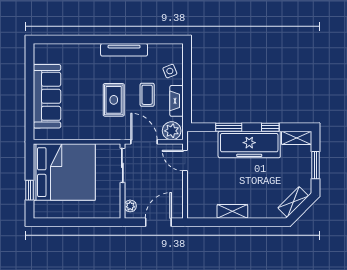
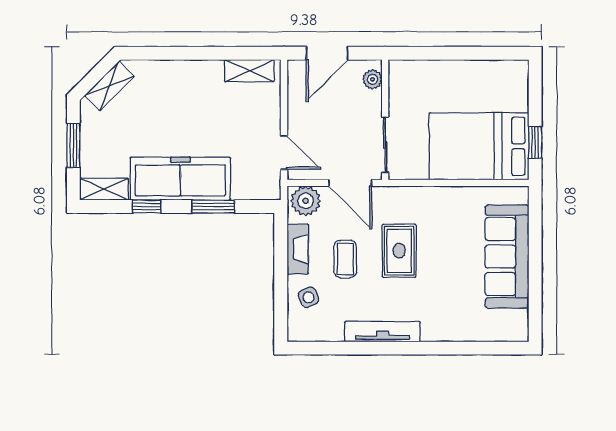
bed: (64, 172) -> (479, 146), width x0.73
window: (30, 190) -> (535, 142), moved
shelving: (232, 211) -> (249, 71), moved

